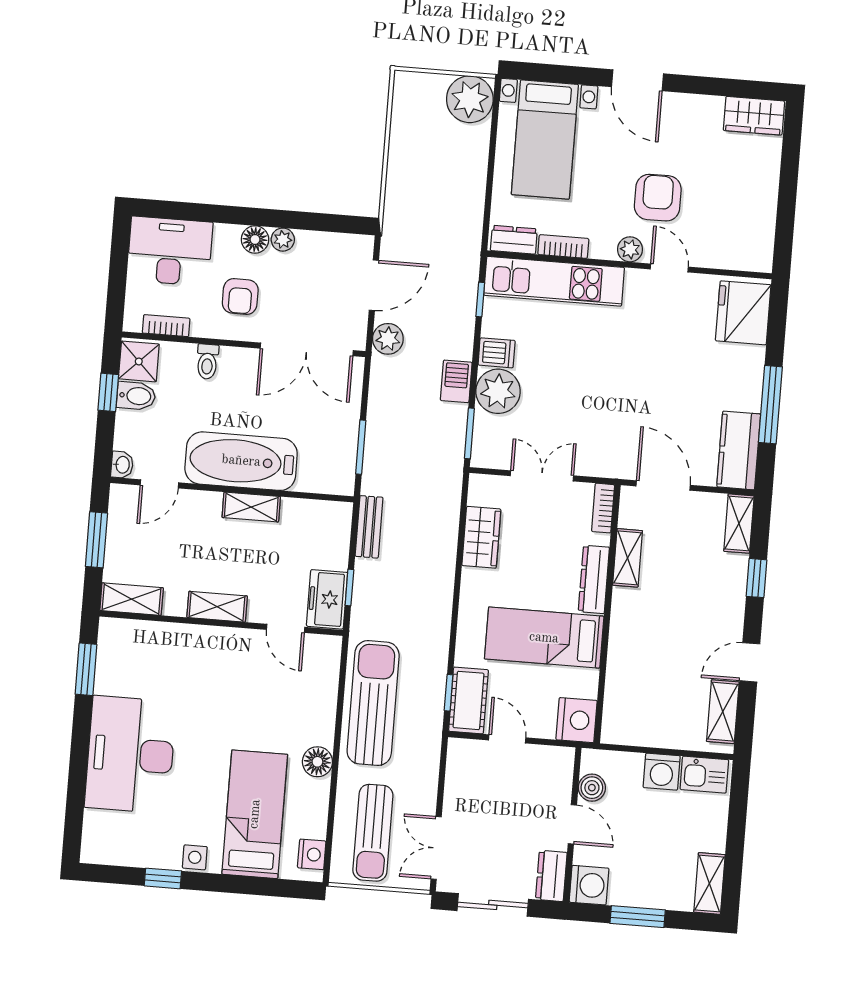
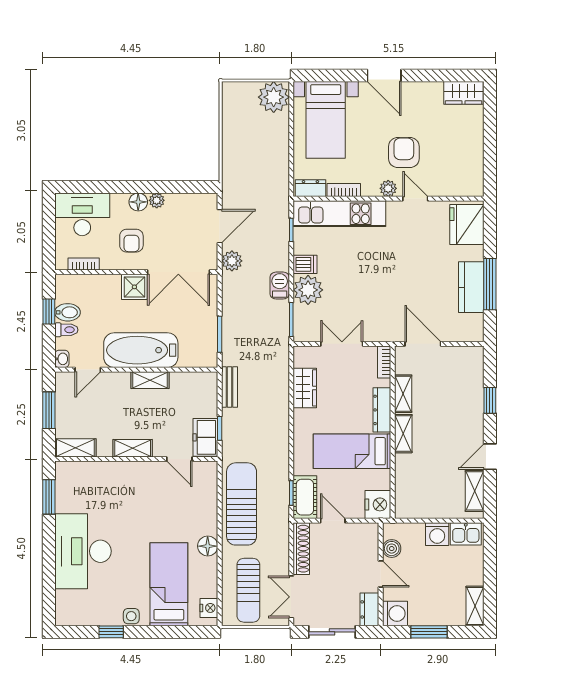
shower: (139, 361) -> (134, 287), moved
toilet: (207, 362) -> (66, 330), moved, turned -90
kitchen counter: (739, 450) -> (471, 287), moved
shelving: (739, 524) -> (403, 434), moved
shoe rack: (457, 777) -> (301, 549), added

